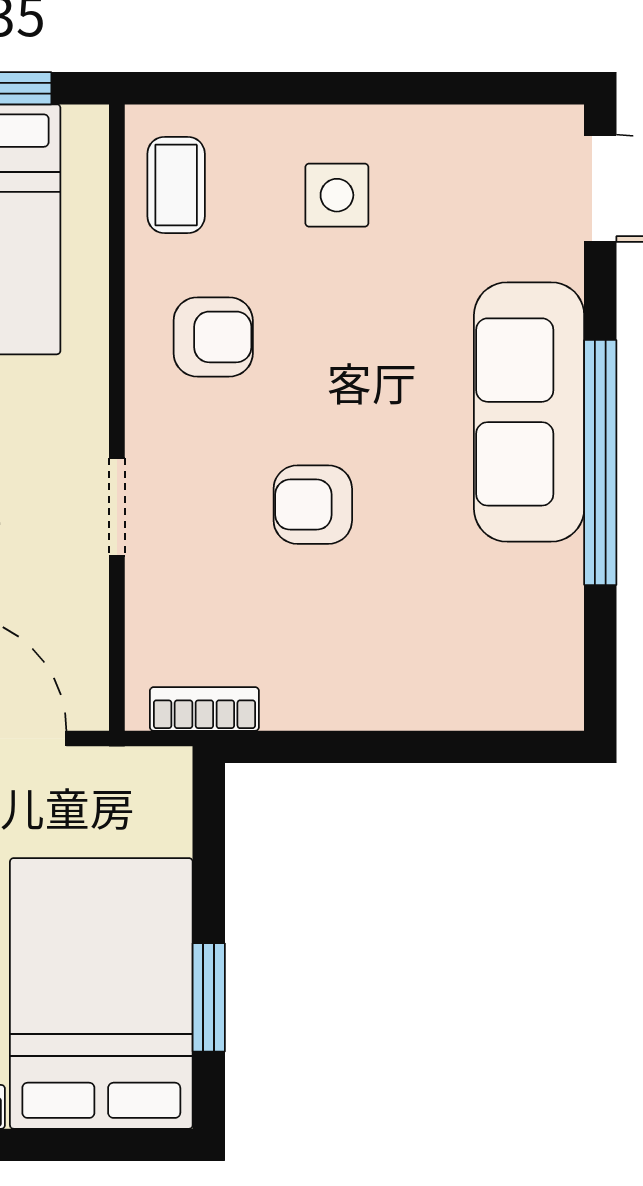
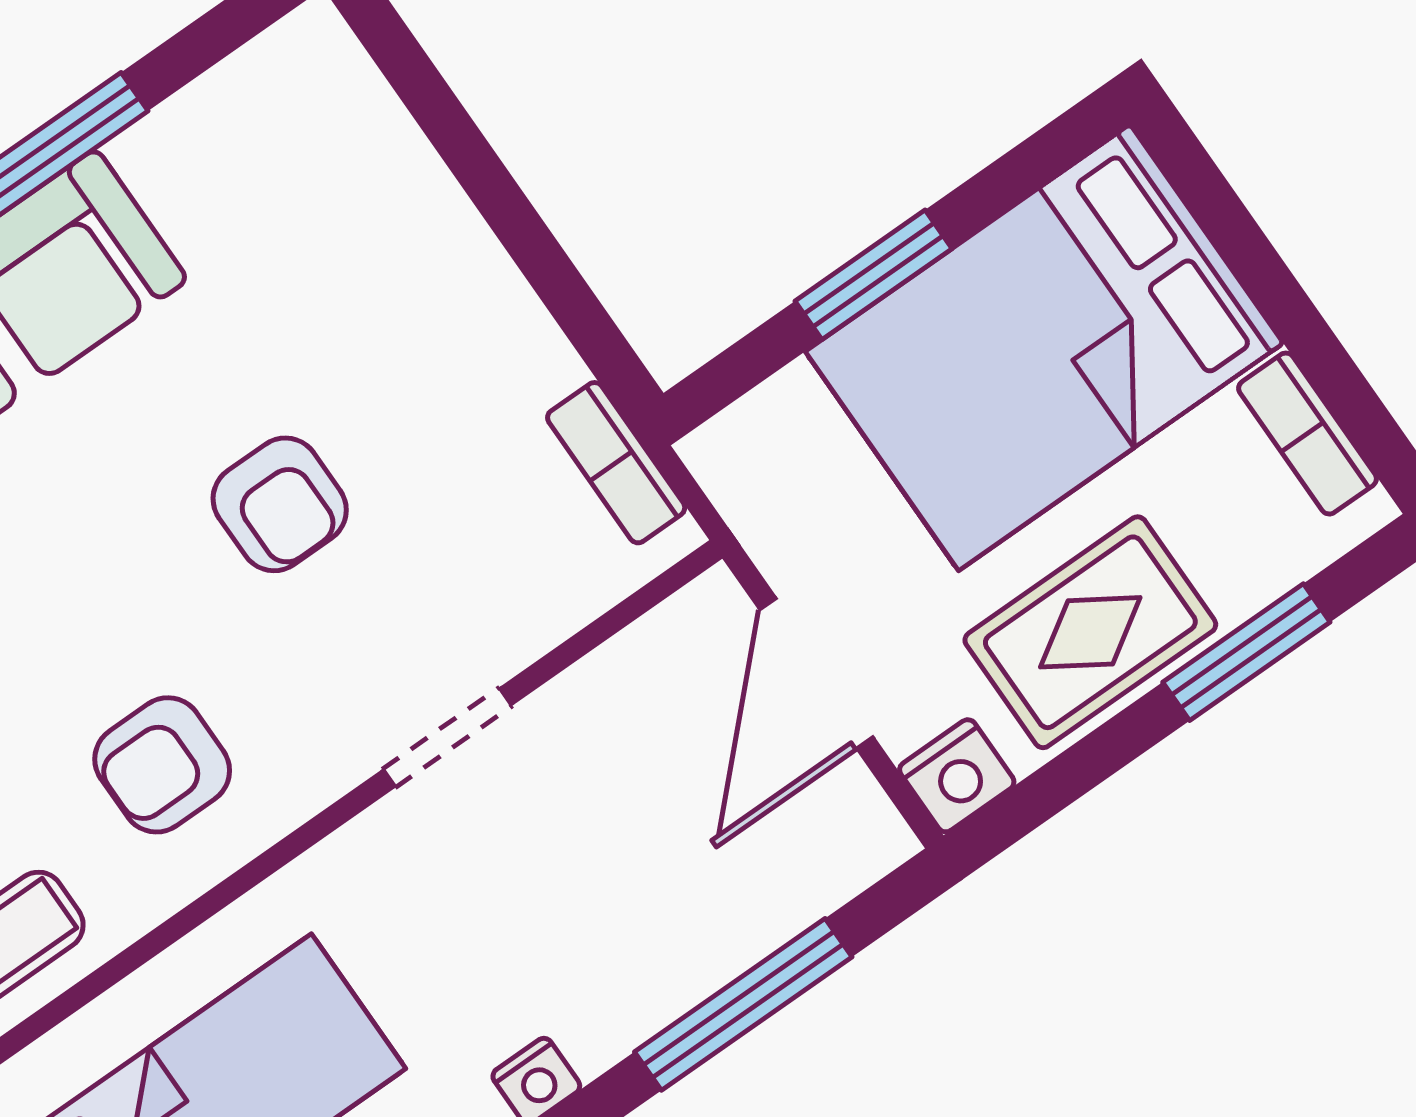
armchair: (213, 337) -> (162, 765), turned -90
window: (209, 997) -> (873, 275), moved

